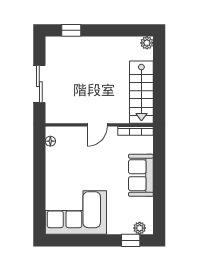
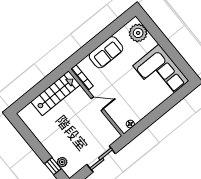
plant: (147, 43) -> (62, 162), moved
plant: (140, 228) -> (138, 33), width x1.87, depth x1.87
window: (131, 240) -> (151, 26), removed

